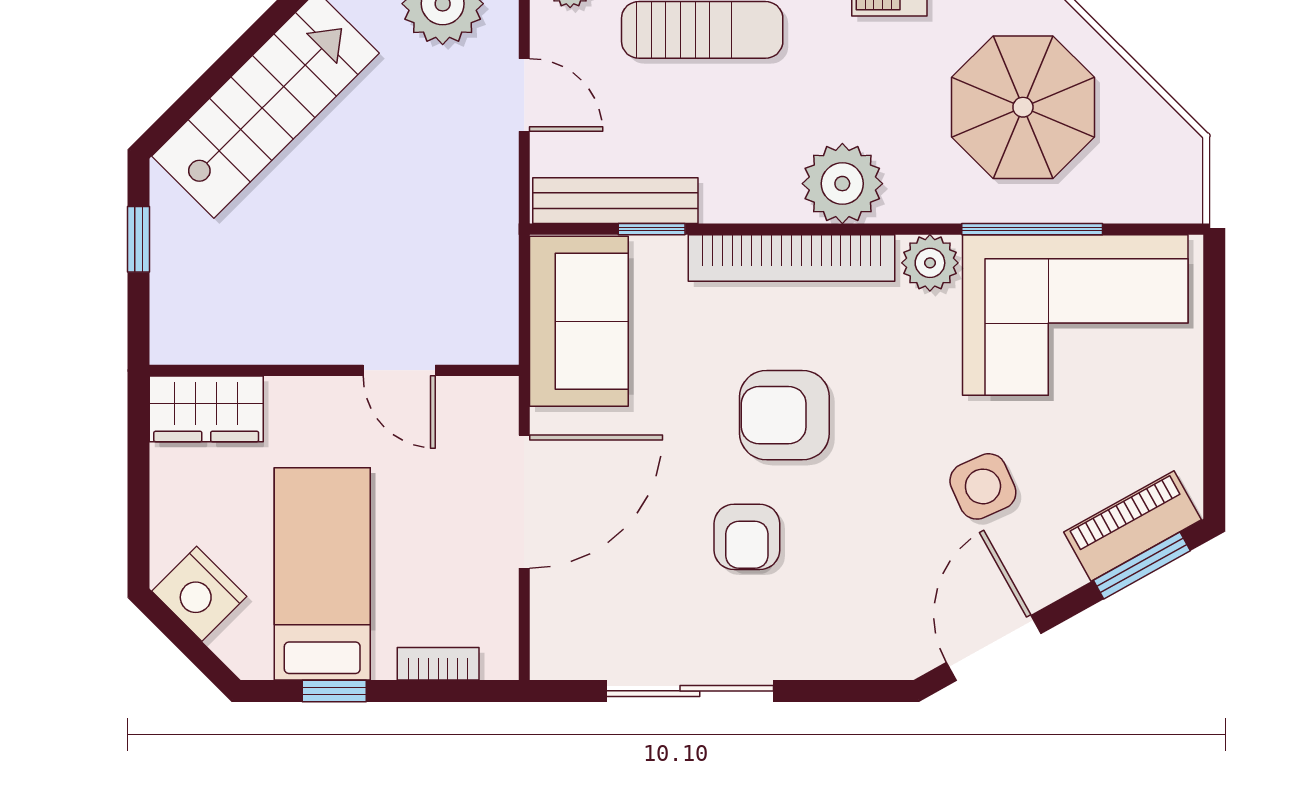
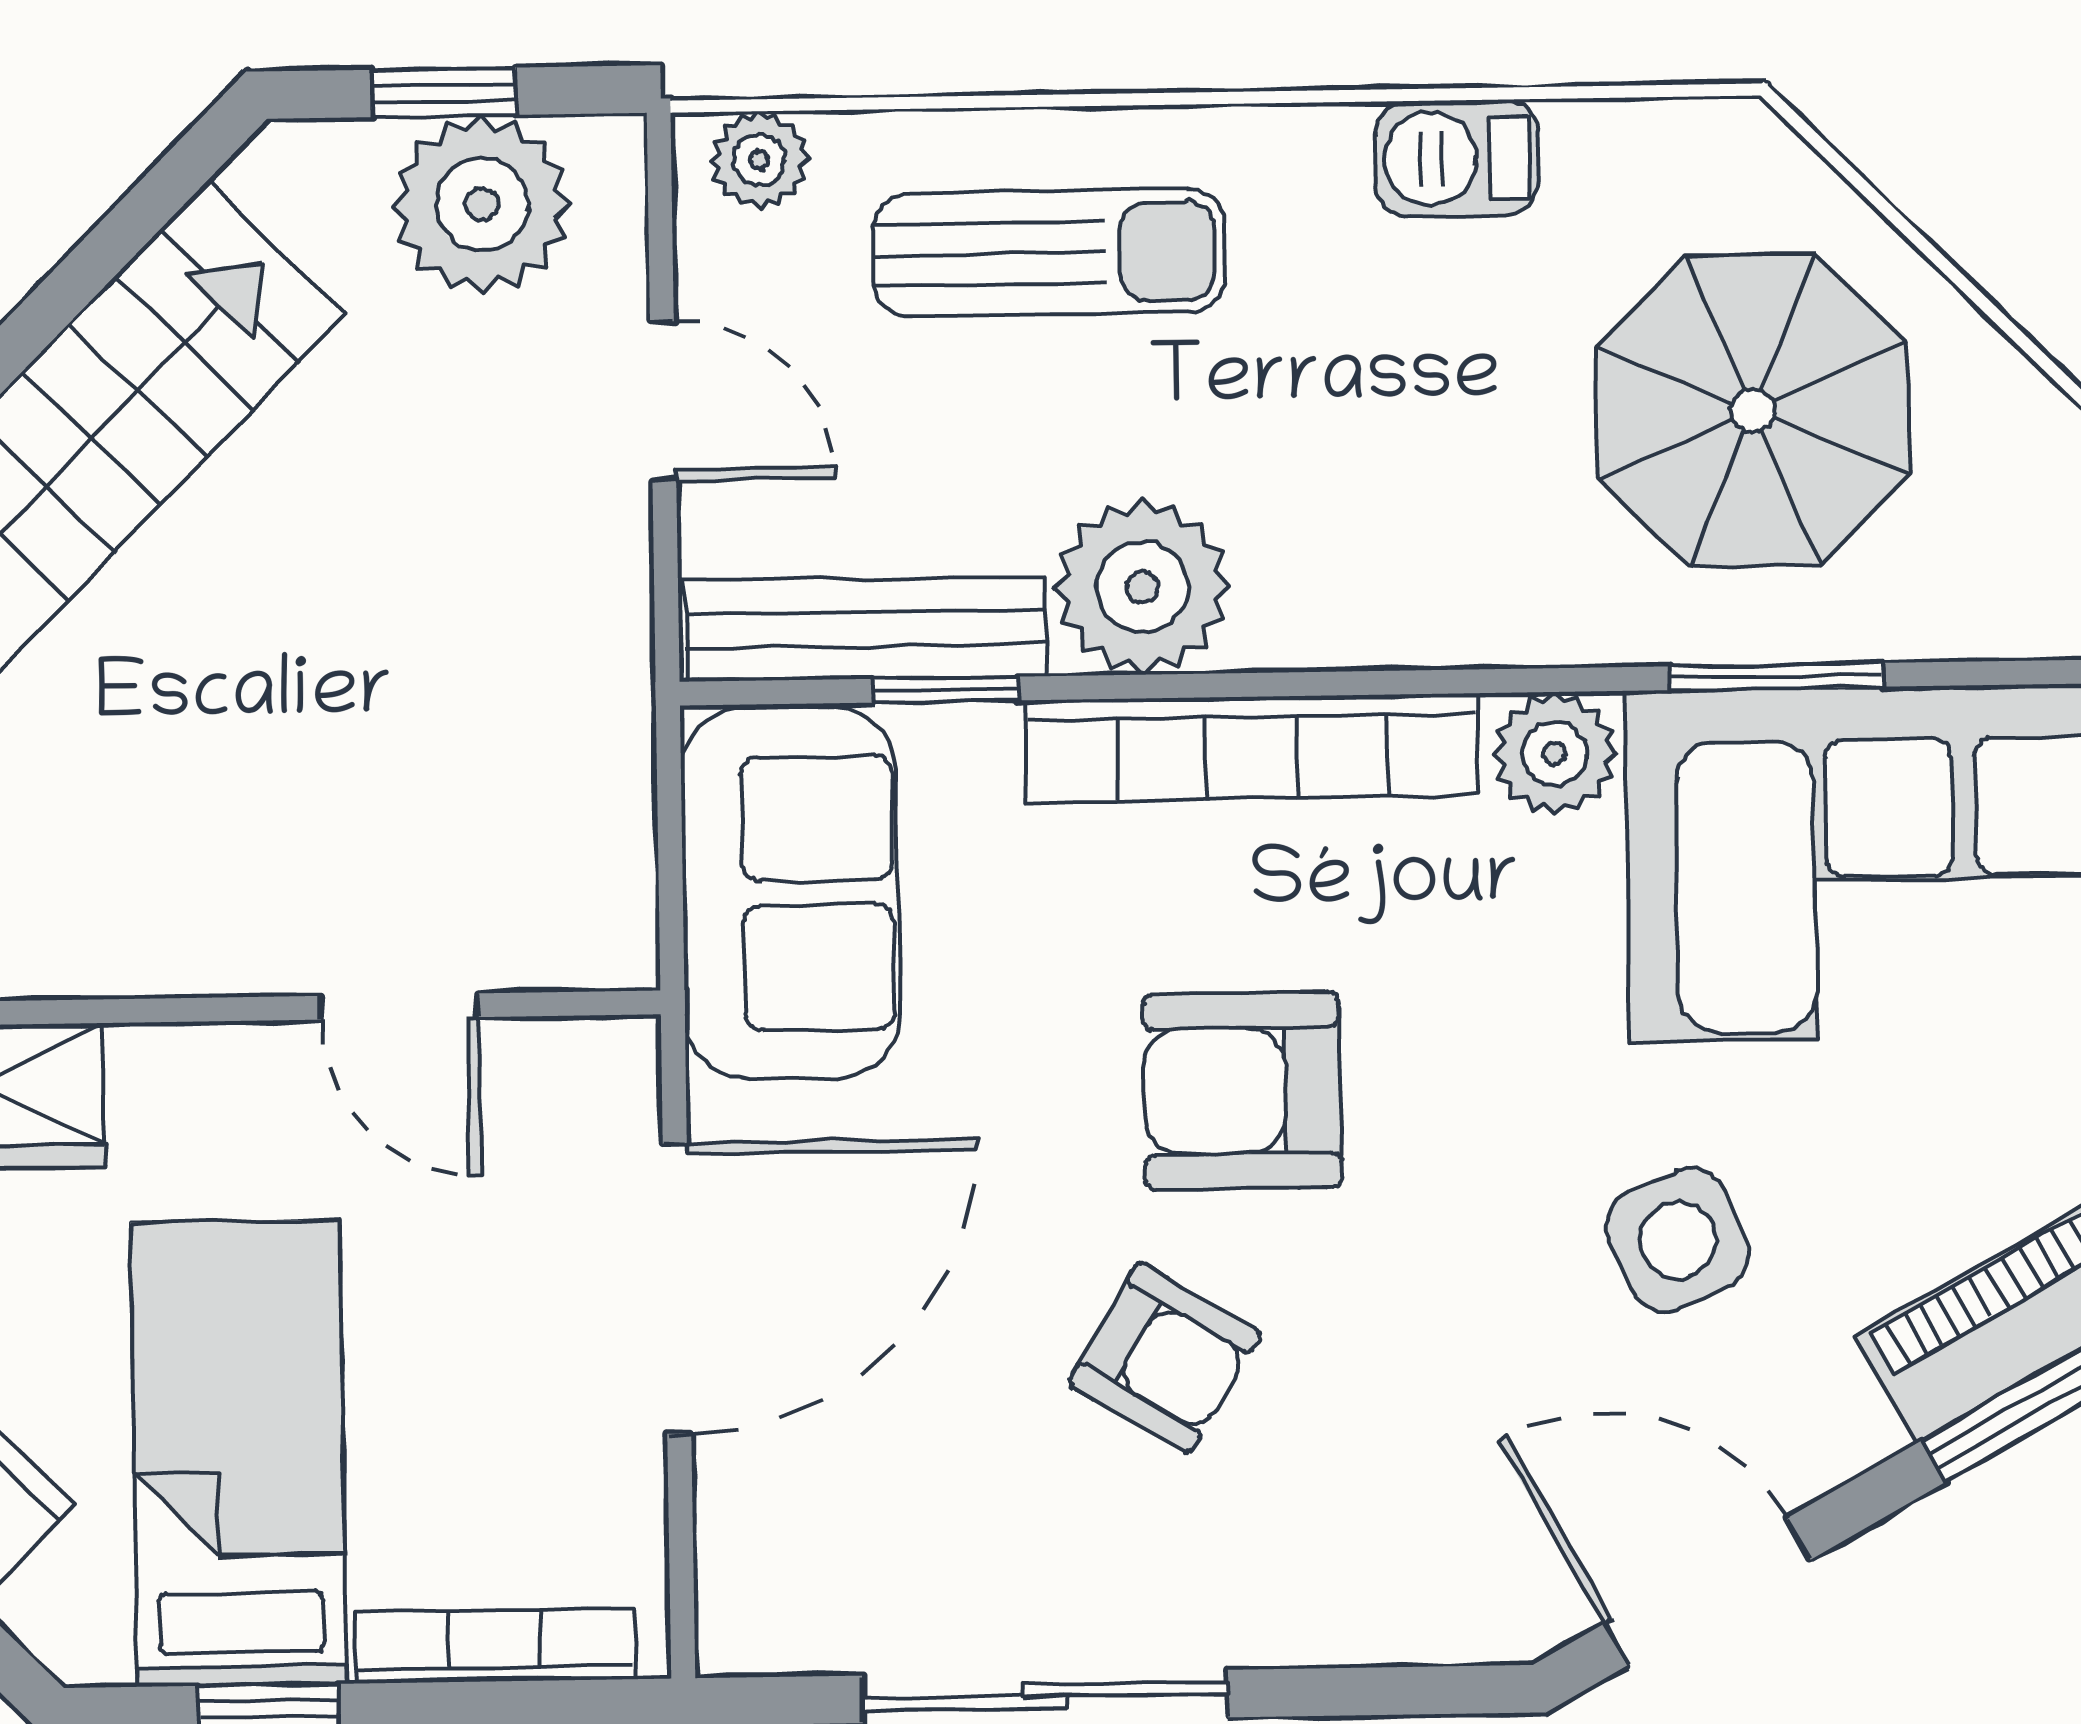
plant: (842, 184) -> (1142, 587), moved
window: (1032, 229) -> (1777, 676), width x0.69
armchair: (747, 537) -> (1164, 1358), turned -59
door: (994, 648) -> (1707, 1592), hinge flipped
bookcase: (438, 664) -> (495, 1646), width x1.56

